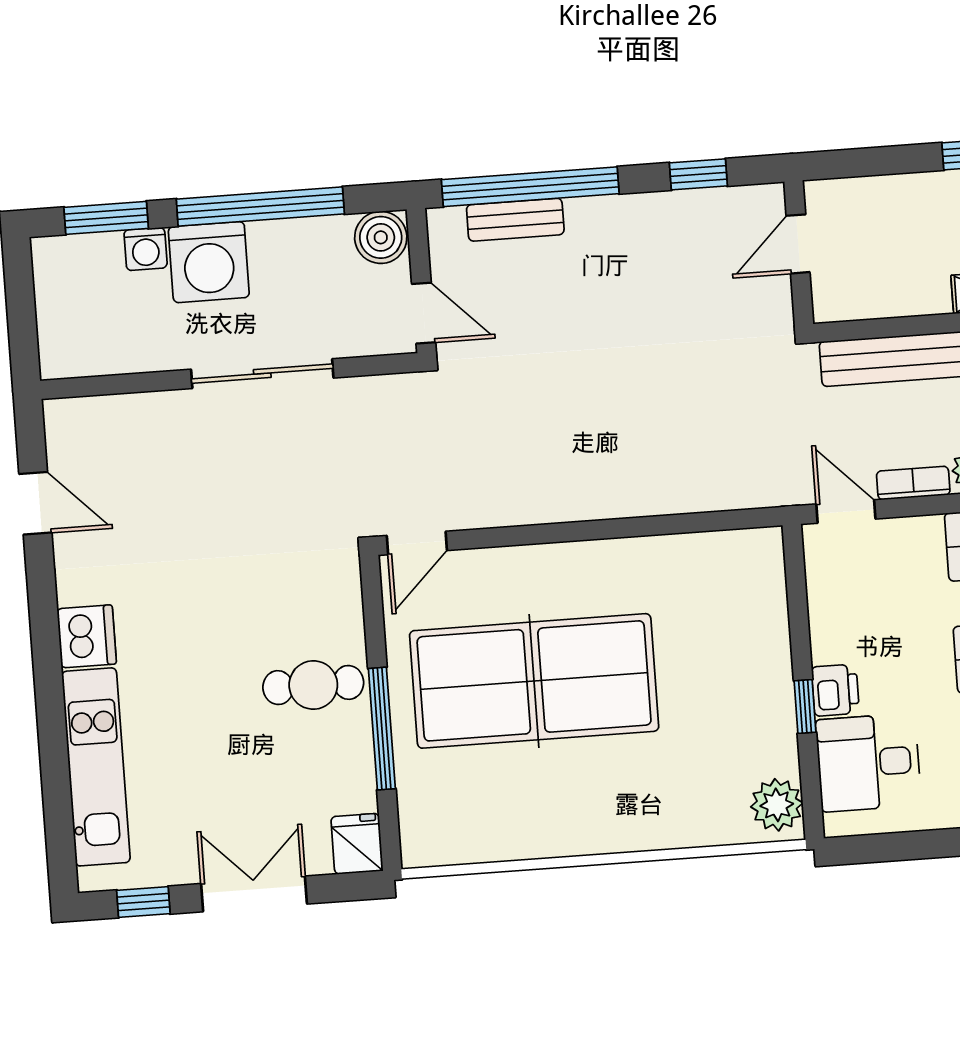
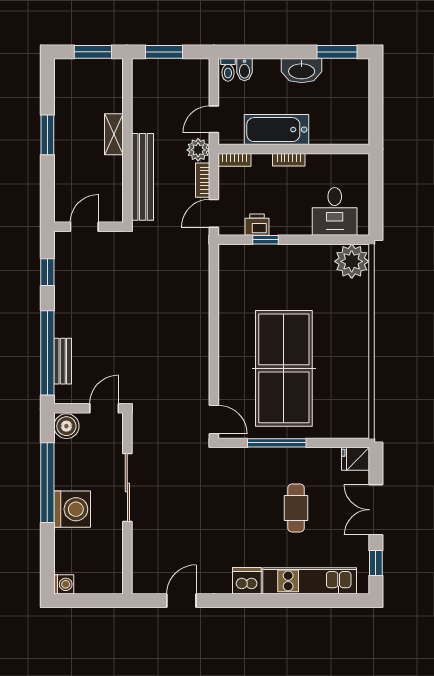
window: (106, 218) -> (47, 557), removed
door: (798, 244) -> (84, 227), swing flipped
washing machine: (146, 249) -> (64, 584), moved
cafe table: (313, 685) -> (296, 508), moved
printer: (835, 690) -> (257, 225), moved
window: (805, 707) -> (266, 240), moved
window: (382, 729) -> (277, 443), moved
plant: (777, 805) -> (352, 261), width x1.36, depth x1.36

